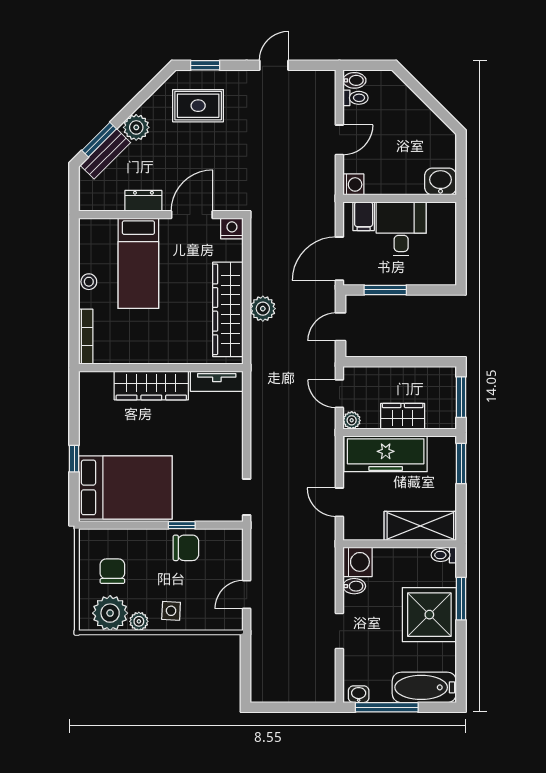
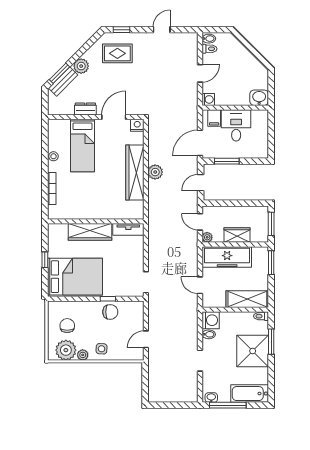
wall: (161, 368) -> (96, 221), moved
tv unit: (217, 381) -> (128, 229), moved
wardrobe: (151, 385) -> (90, 232), moved

